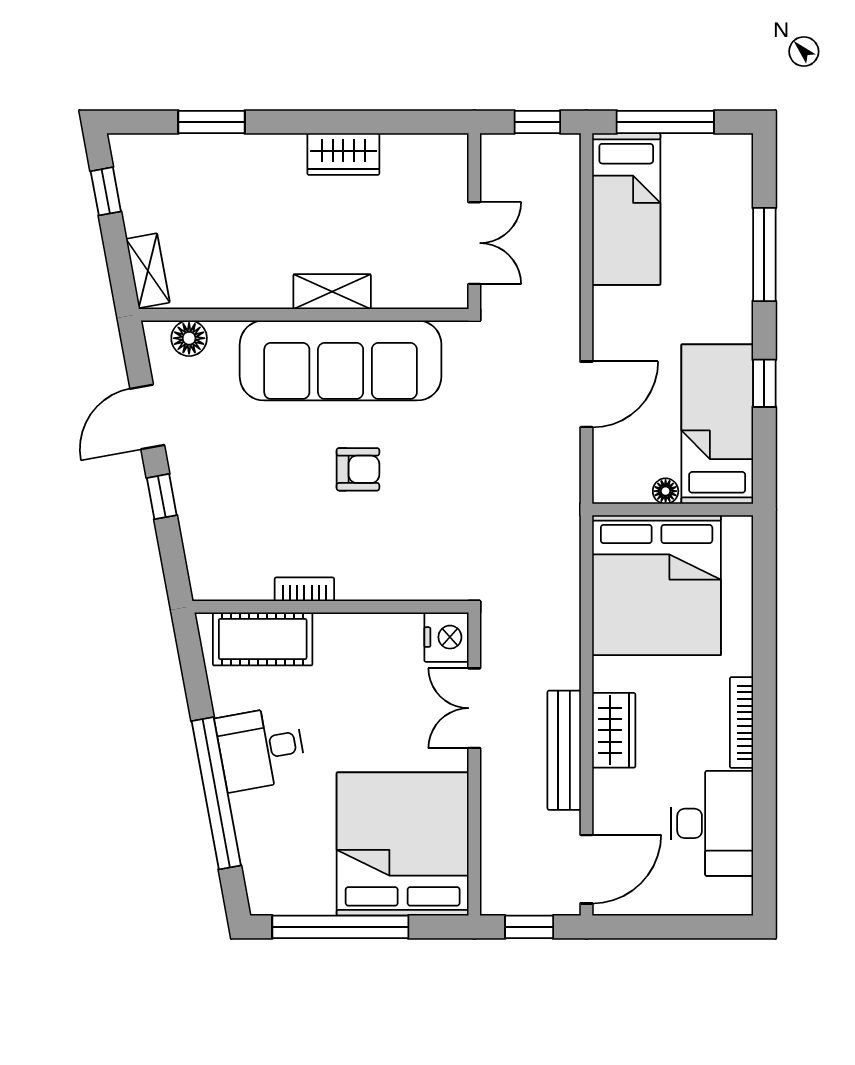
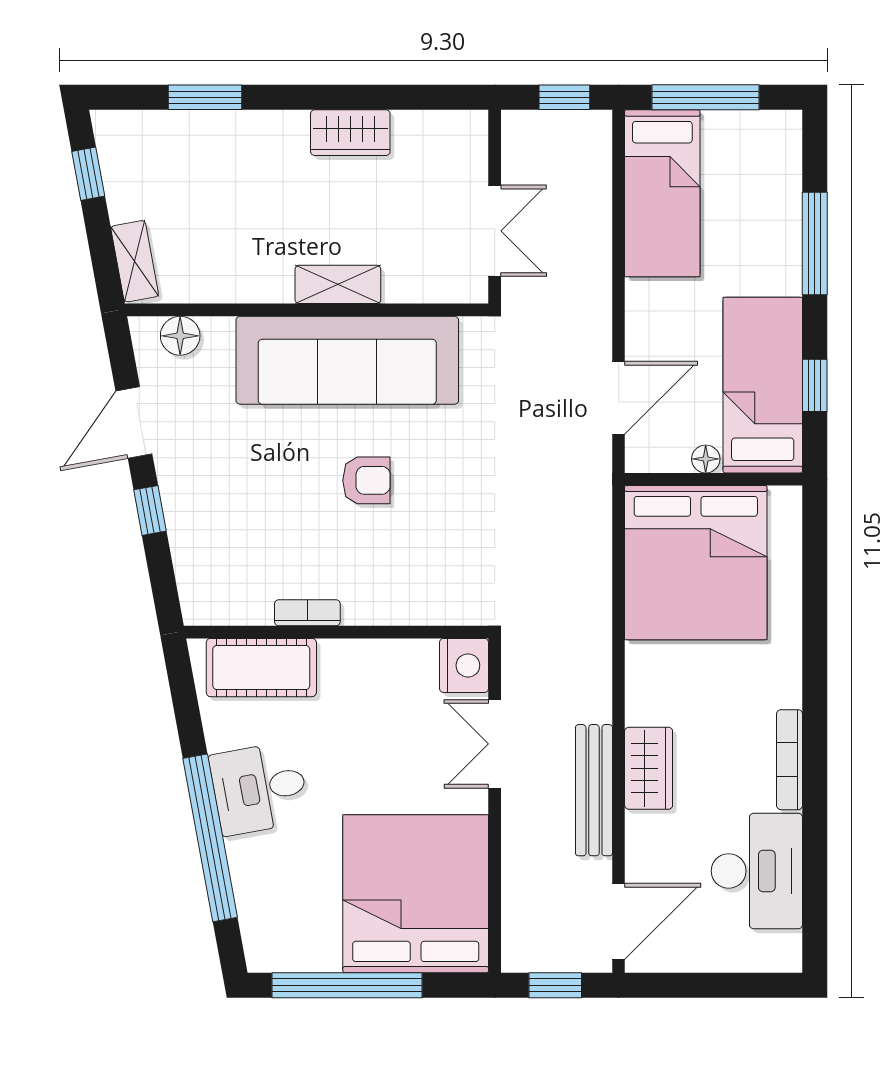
bed: (717, 424) -> (763, 385), moved
floor lamp: (666, 491) -> (706, 459), moved
wall: (673, 509) -> (714, 479), moved
bed: (657, 585) -> (696, 563), moved

